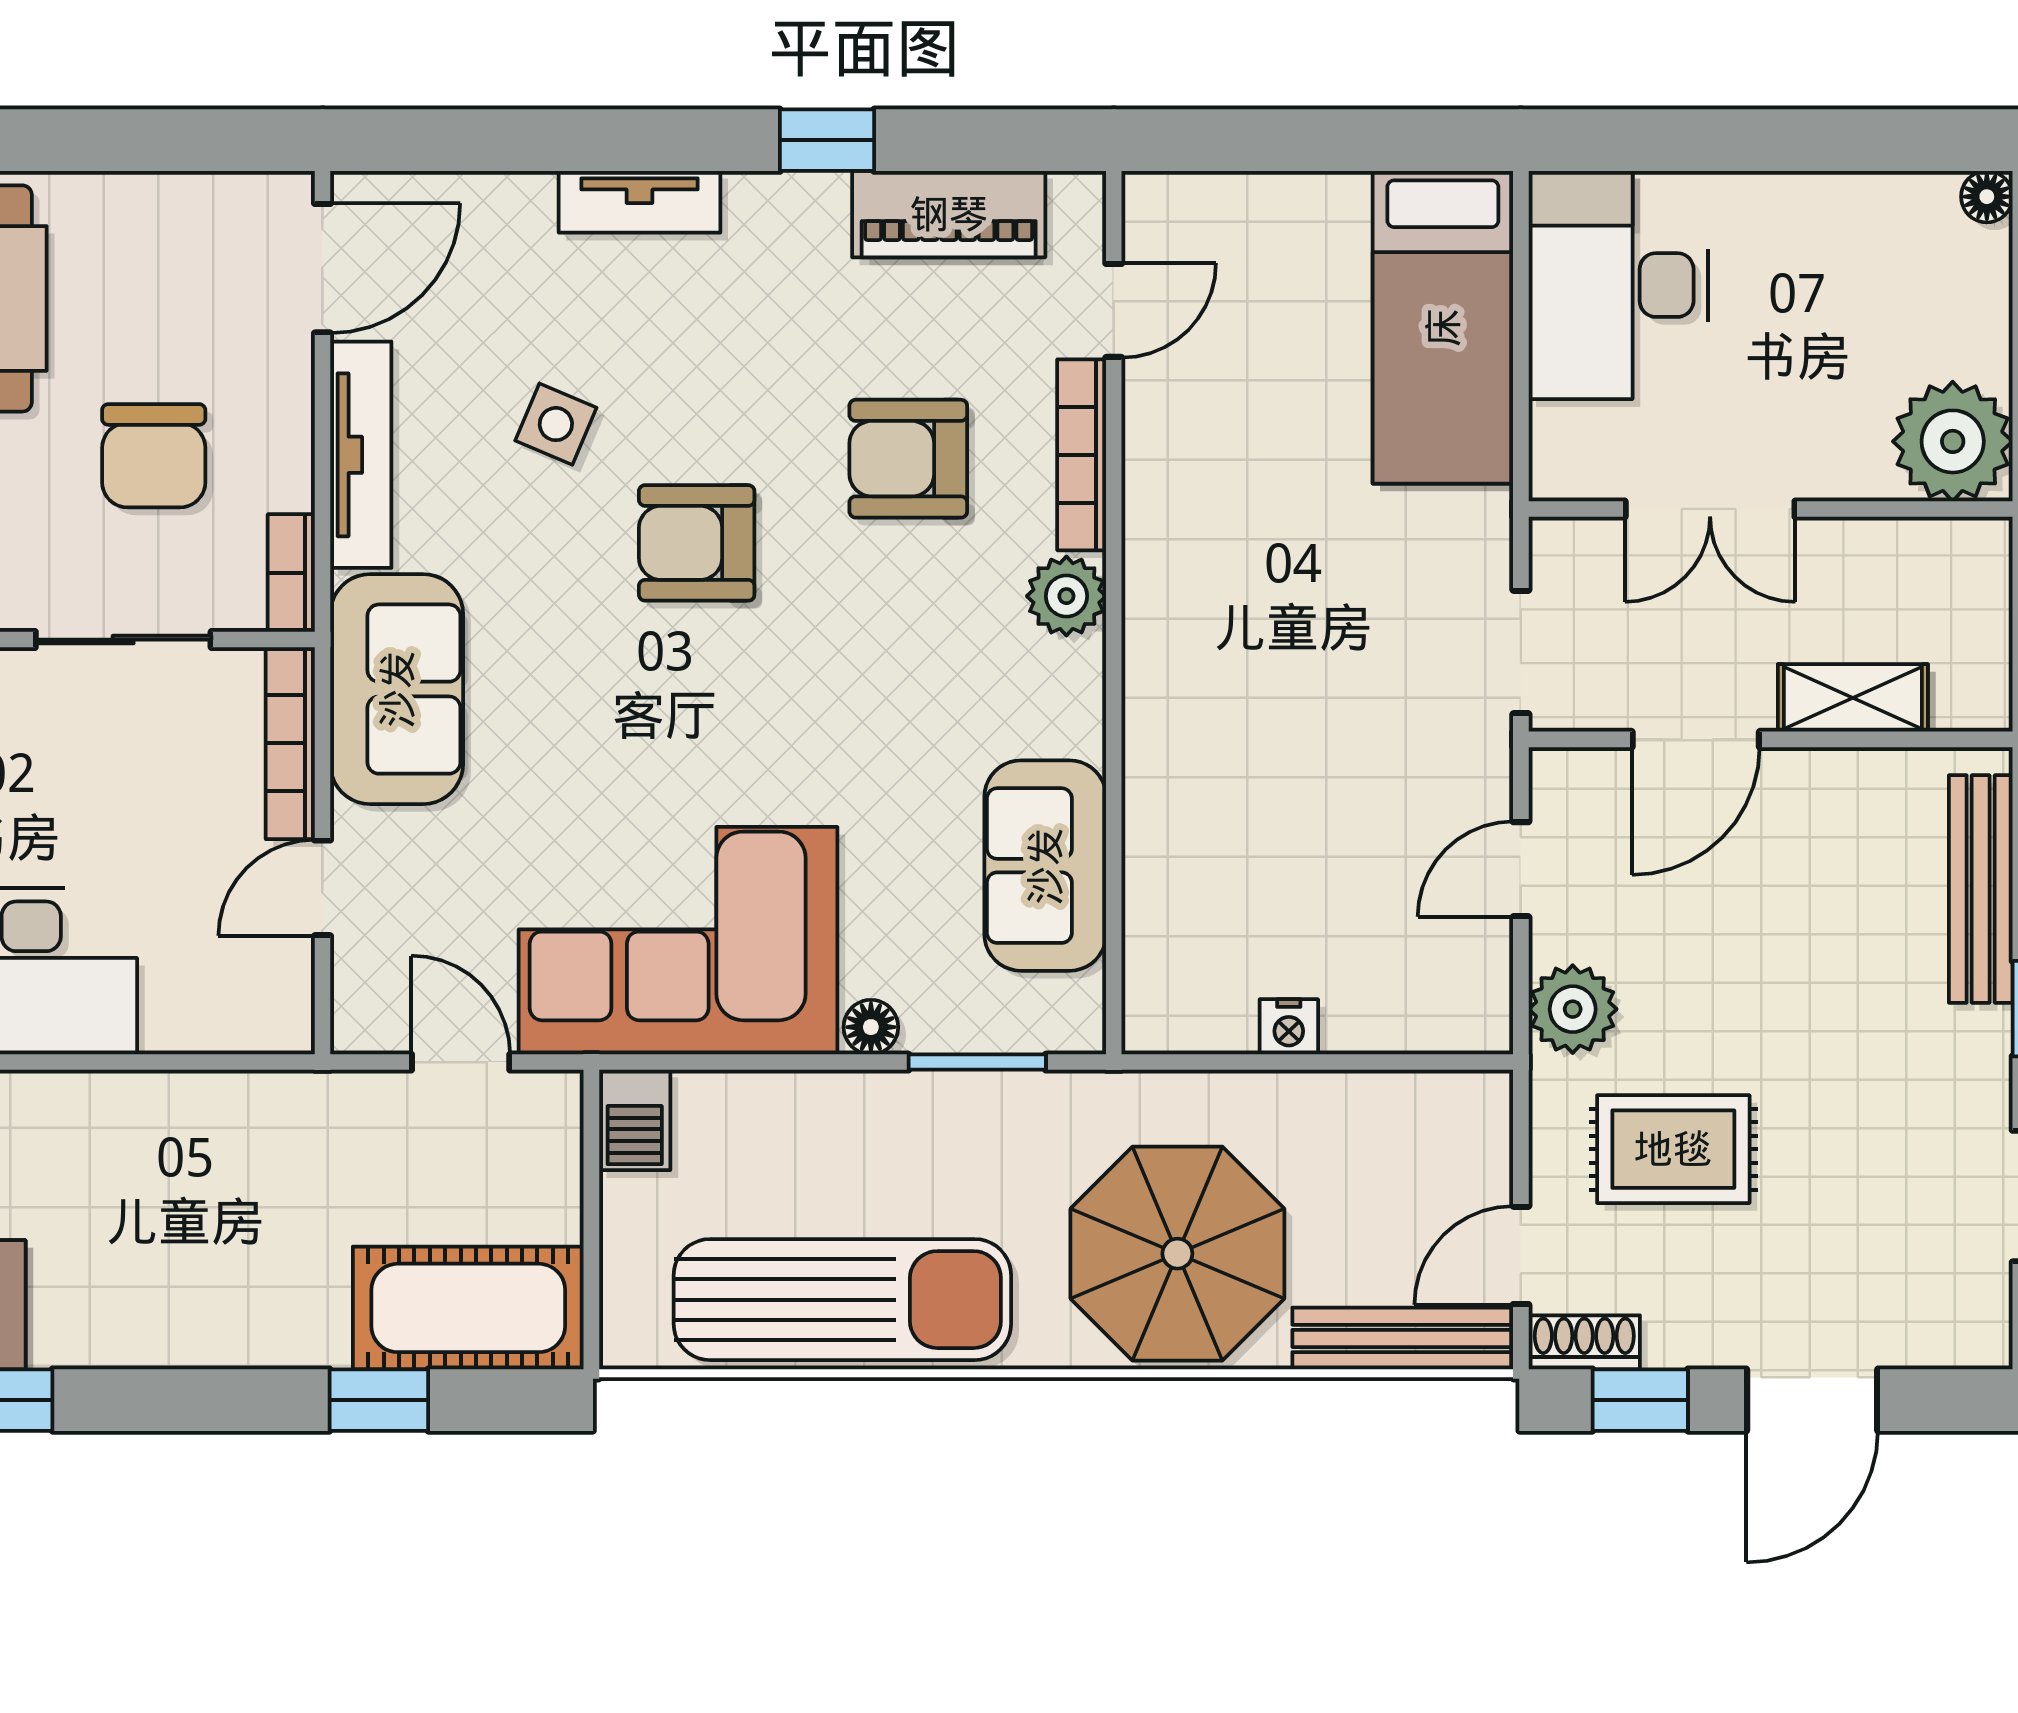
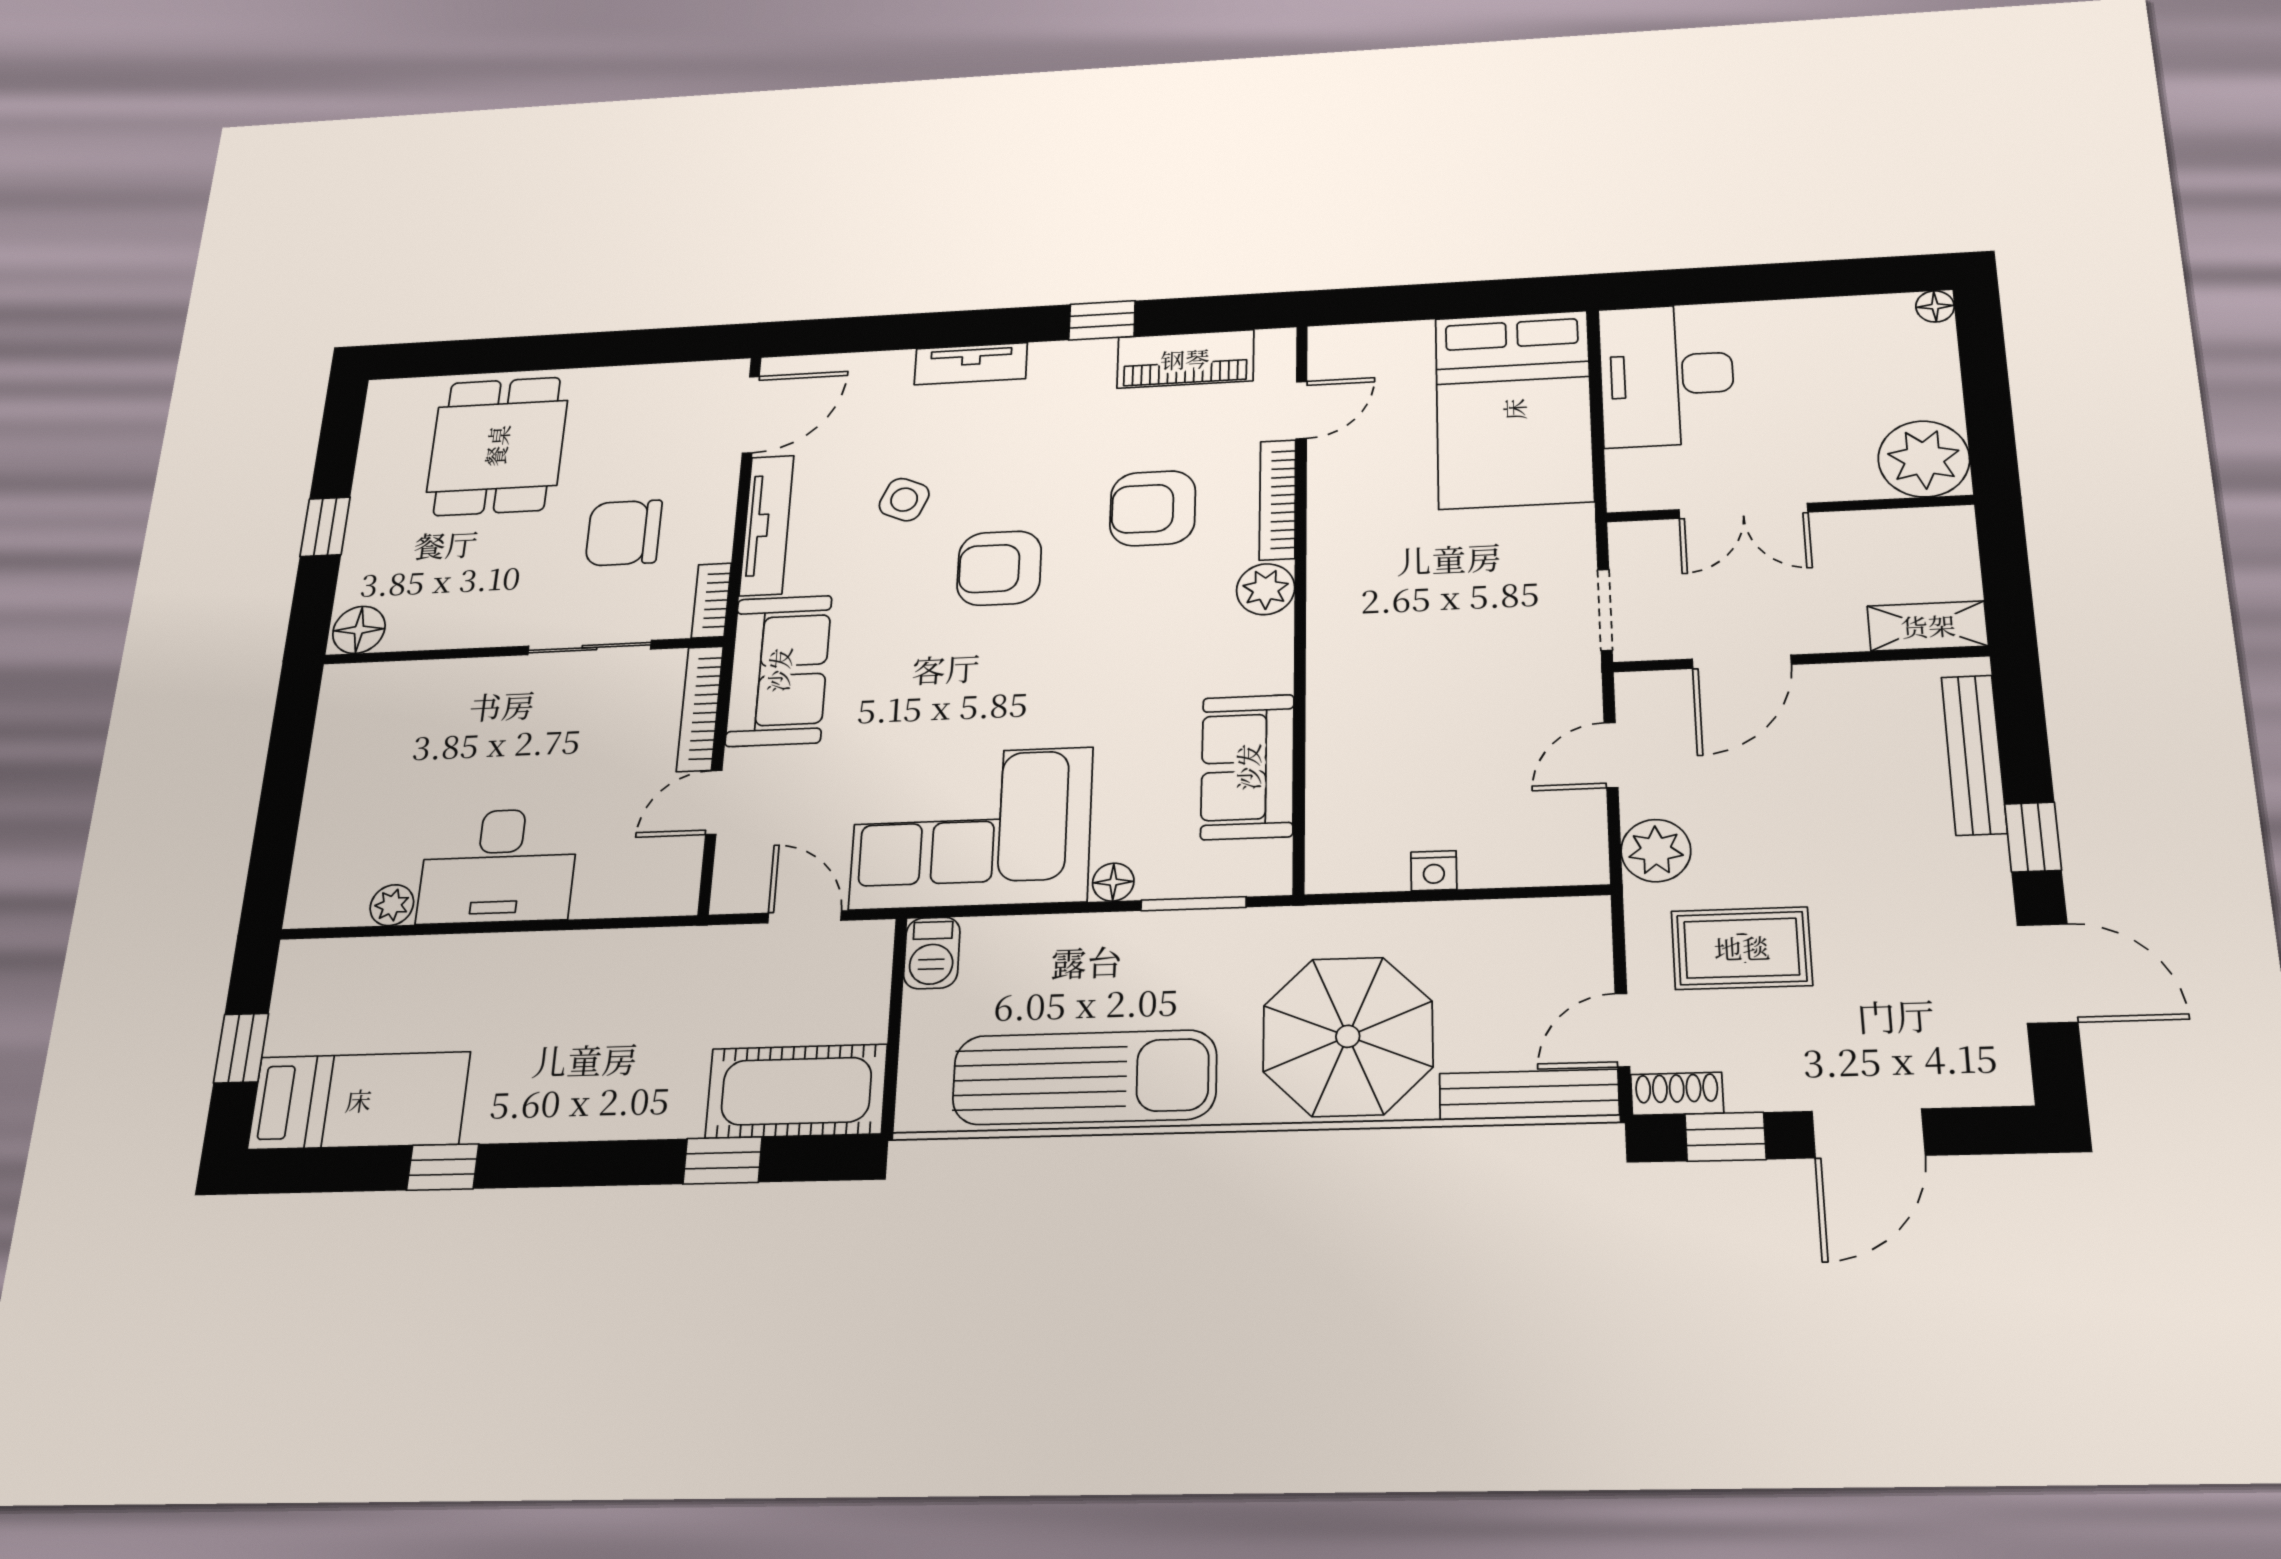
bed: (1443, 327) -> (1514, 409), width x1.50
chair: (154, 456) -> (624, 533), turned 90
shelving: (1853, 698) -> (1928, 626), moved

